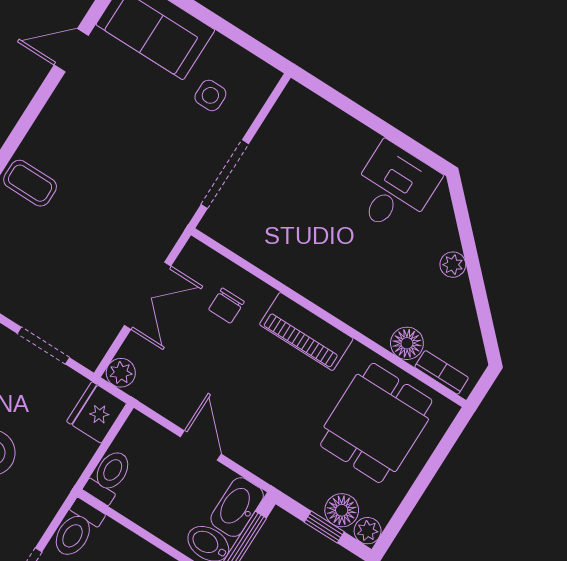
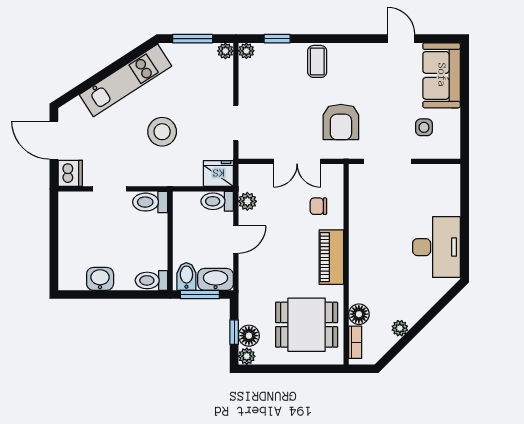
desk: (394, 188) -> (436, 247), width x1.37
armchair: (132, 203) -> (341, 122), added
plant: (453, 265) -> (400, 328), moved
plant: (121, 373) -> (247, 201), moved
toilet: (109, 476) -> (217, 201), moved, turned 180

